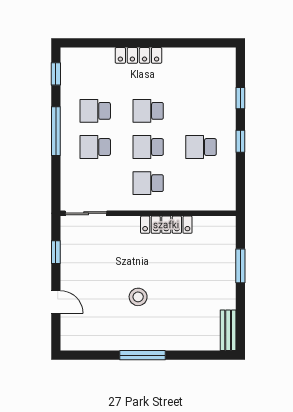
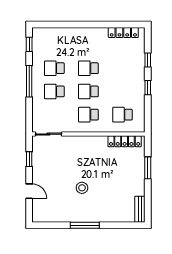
locker: (138, 55) -> (123, 33), moved
school desk: (201, 147) -> (122, 115), moved
locker: (166, 225) -> (125, 141), moved

